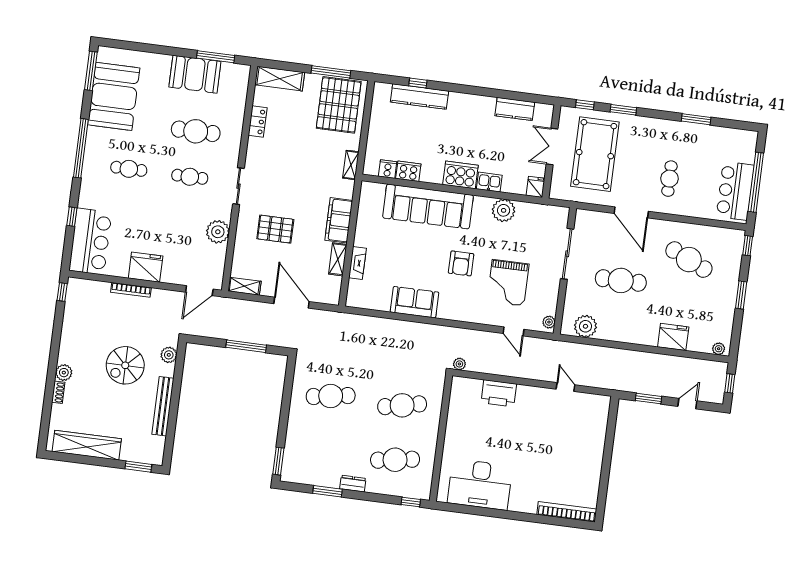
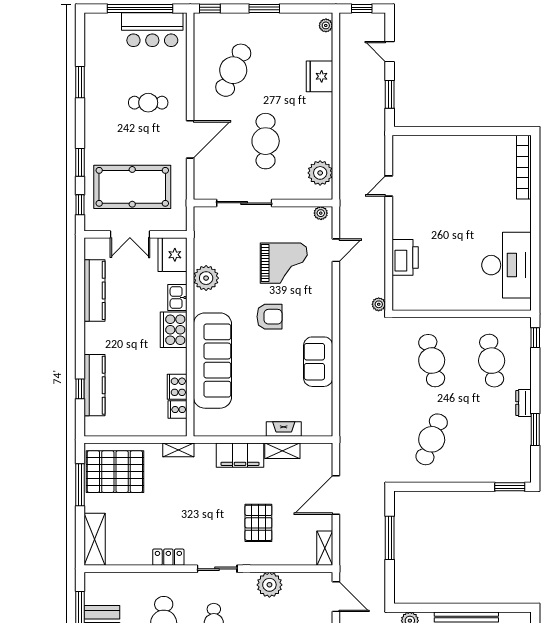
kitchen counter: (515, 109) -> (95, 290), width x1.50
locker: (258, 121) -> (168, 557), moved
fridge: (535, 187) -> (172, 255), width x1.88, depth x1.34
cafe table: (331, 396) -> (432, 439), turned 30

